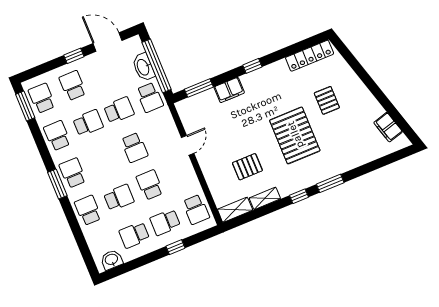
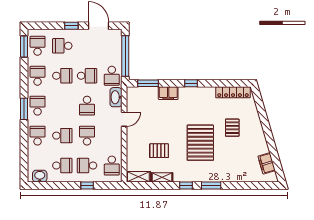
washbasin: (143, 67) -> (116, 97), moved
school desk: (73, 86) -> (62, 46), turned -90
school desk: (134, 235) -> (62, 166), turned 180

